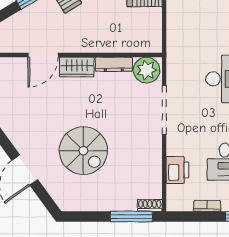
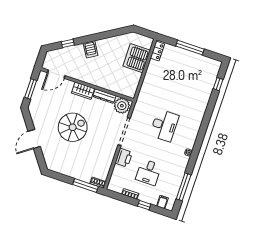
door: (43, 55) -> (56, 74), moved
spiral stairs: (83, 151) -> (73, 127), moved, turned -90
printer: (177, 170) -> (124, 158), moved

